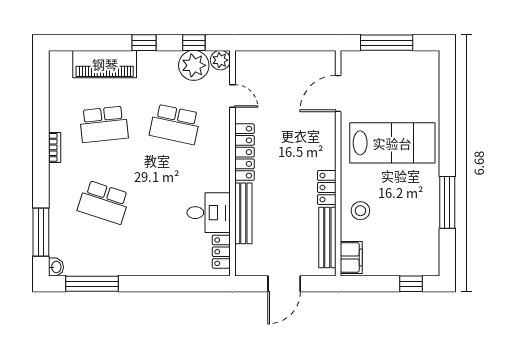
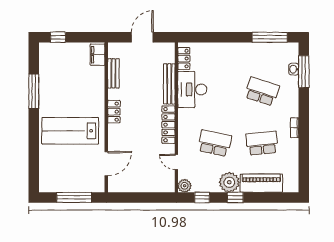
plant: (194, 65) -> (229, 182), moved
locker: (327, 187) -> (114, 112), moved
stool: (360, 211) -> (91, 86), removed
desk: (209, 213) -> (192, 89), width x1.37
bench: (327, 237) -> (113, 73), width x0.73
washbasin: (56, 267) -> (294, 69), moved

